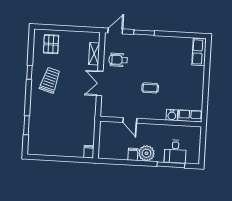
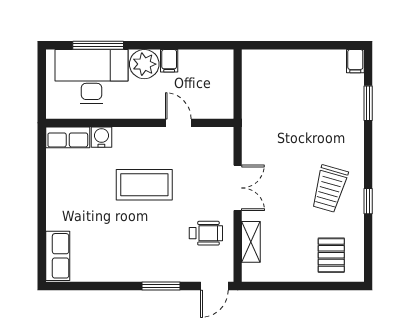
coffee table: (150, 88) -> (144, 185), width x1.86, depth x1.72
desk: (175, 151) -> (92, 77), width x1.87, depth x1.30
filing cabinet: (89, 152) -> (355, 61), moved

